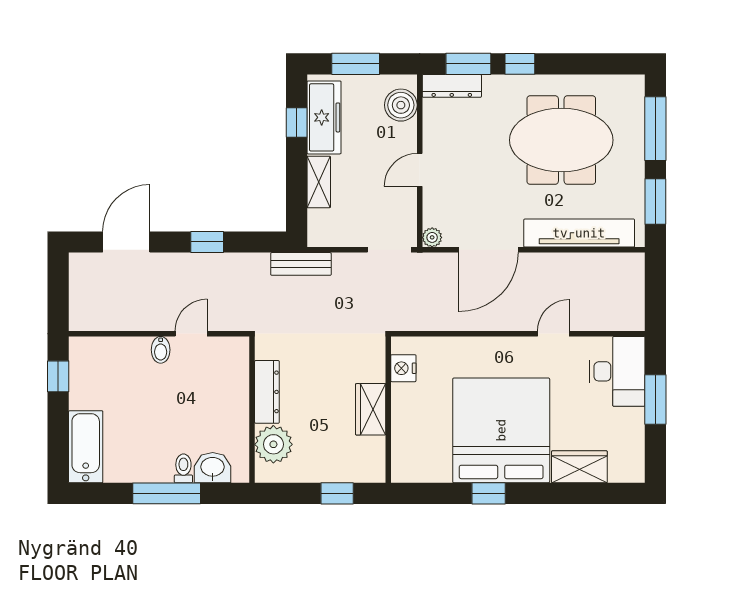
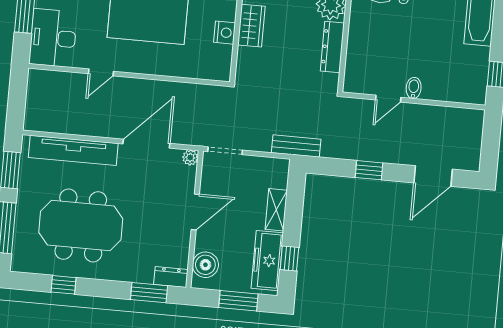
window: (520, 64) -> (63, 285), moved
dresser: (452, 86) -> (171, 277), width x0.70
door: (420, 170) -> (195, 212), width x1.38
nightstand: (403, 368) -> (225, 33), moved

